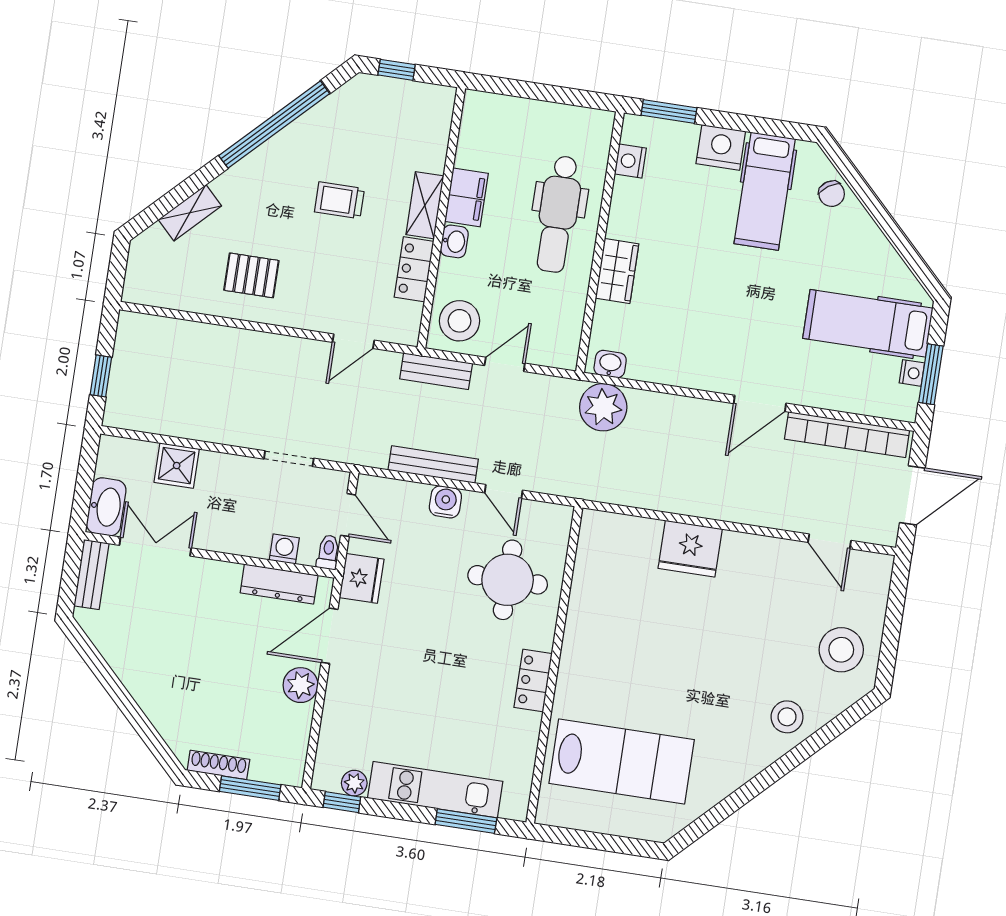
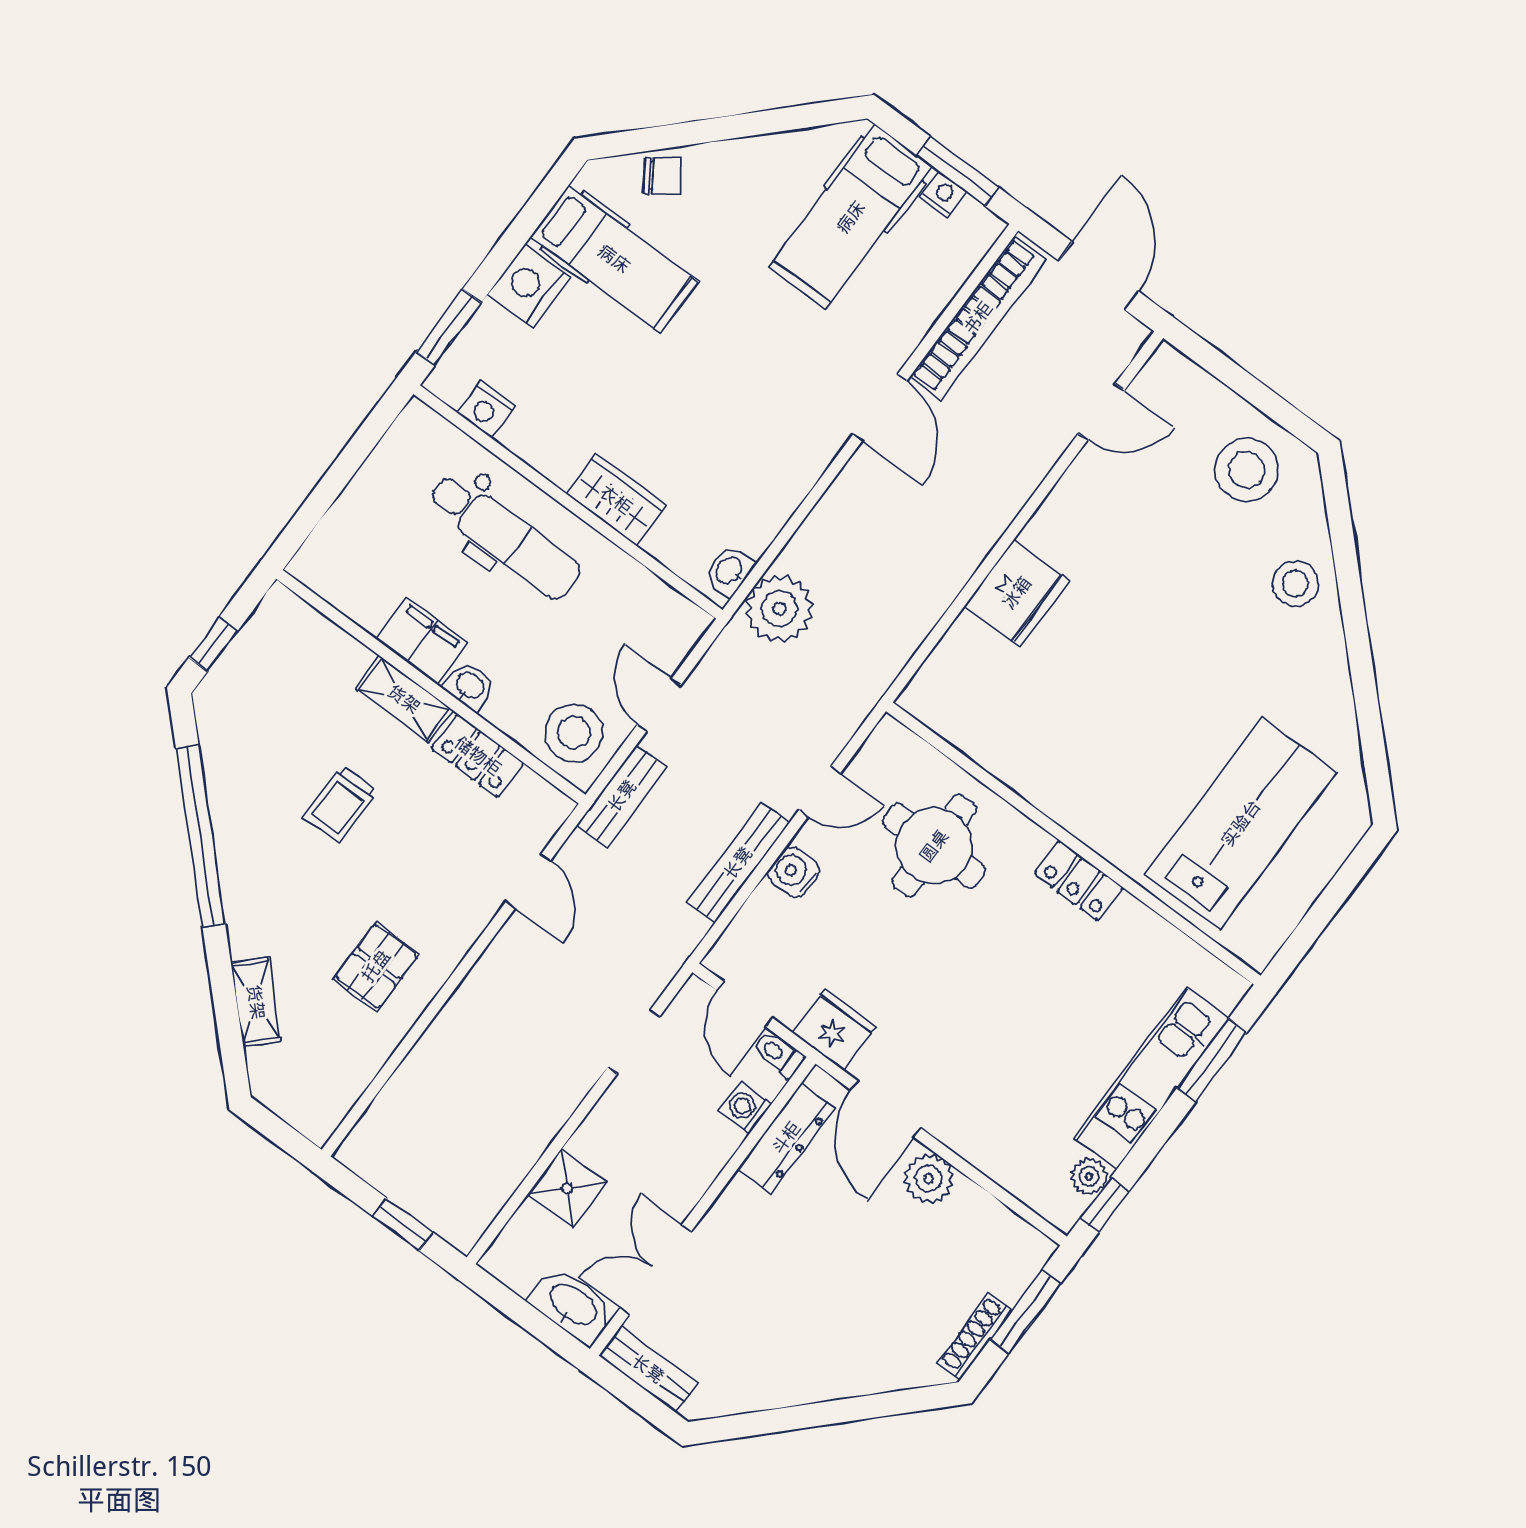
door: (348, 515) -> (745, 1004), swing flipped

